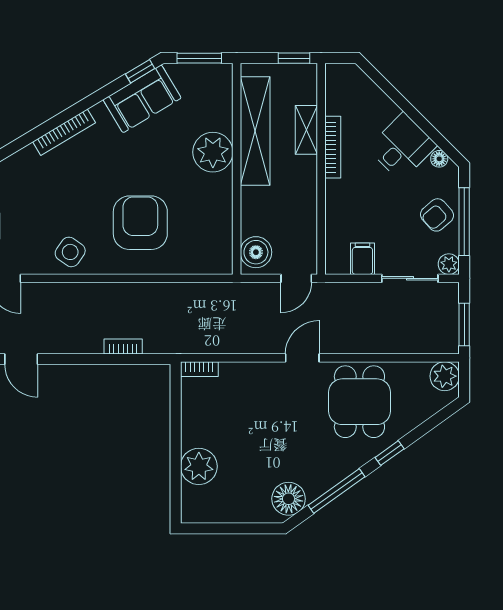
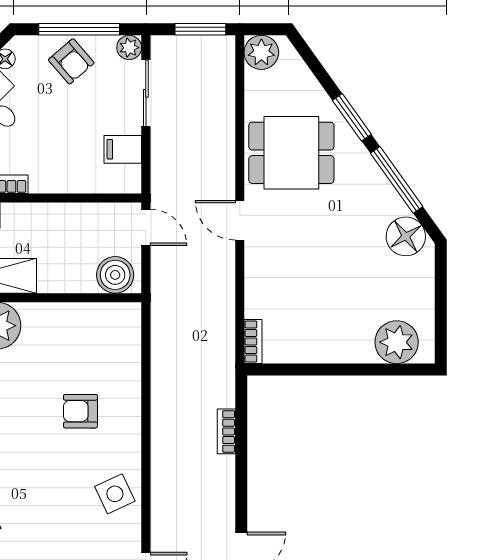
armchair: (140, 223) -> (80, 411), width x0.53, depth x0.53
side table: (70, 252) -> (115, 494), turned 30
window: (390, 453) -> (352, 117), width x1.50
plant: (199, 466) -> (397, 342), moved

